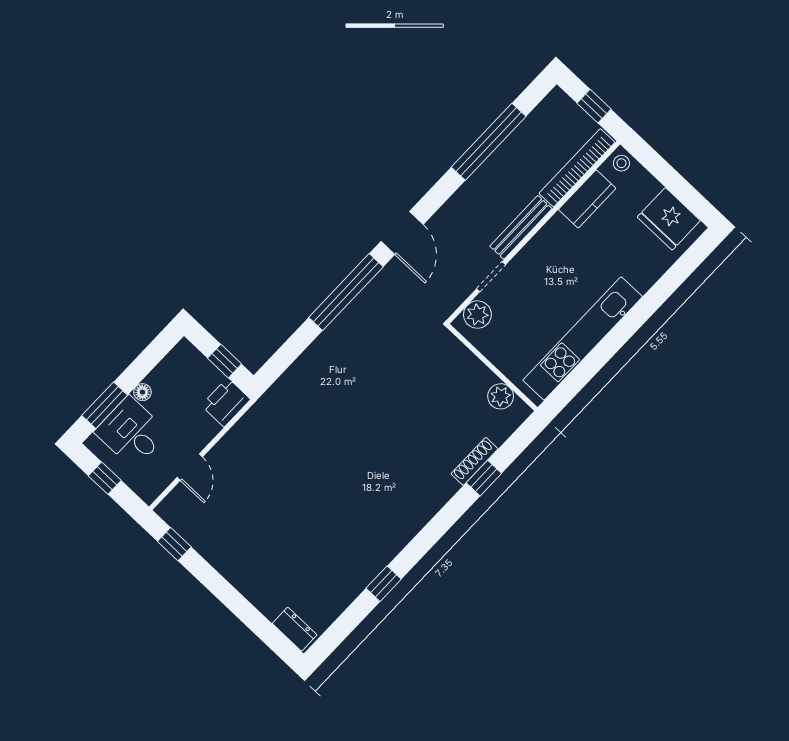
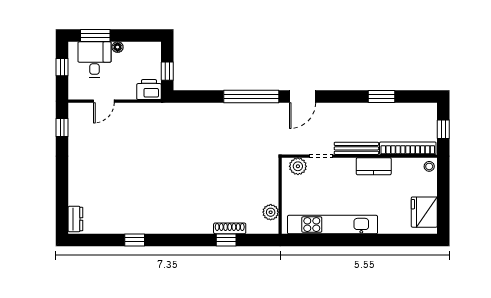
window: (489, 142) -> (381, 97), width x0.47
kitchen counter: (587, 199) -> (374, 166), moved

